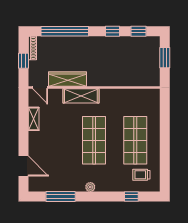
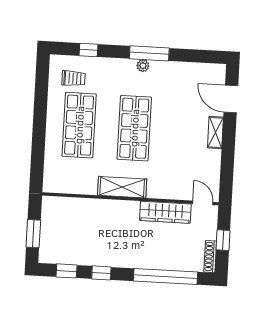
shelving: (81, 96) -> (122, 187), moved
shelving: (34, 119) -> (215, 132), moved
window: (61, 196) -> (149, 53), moved

